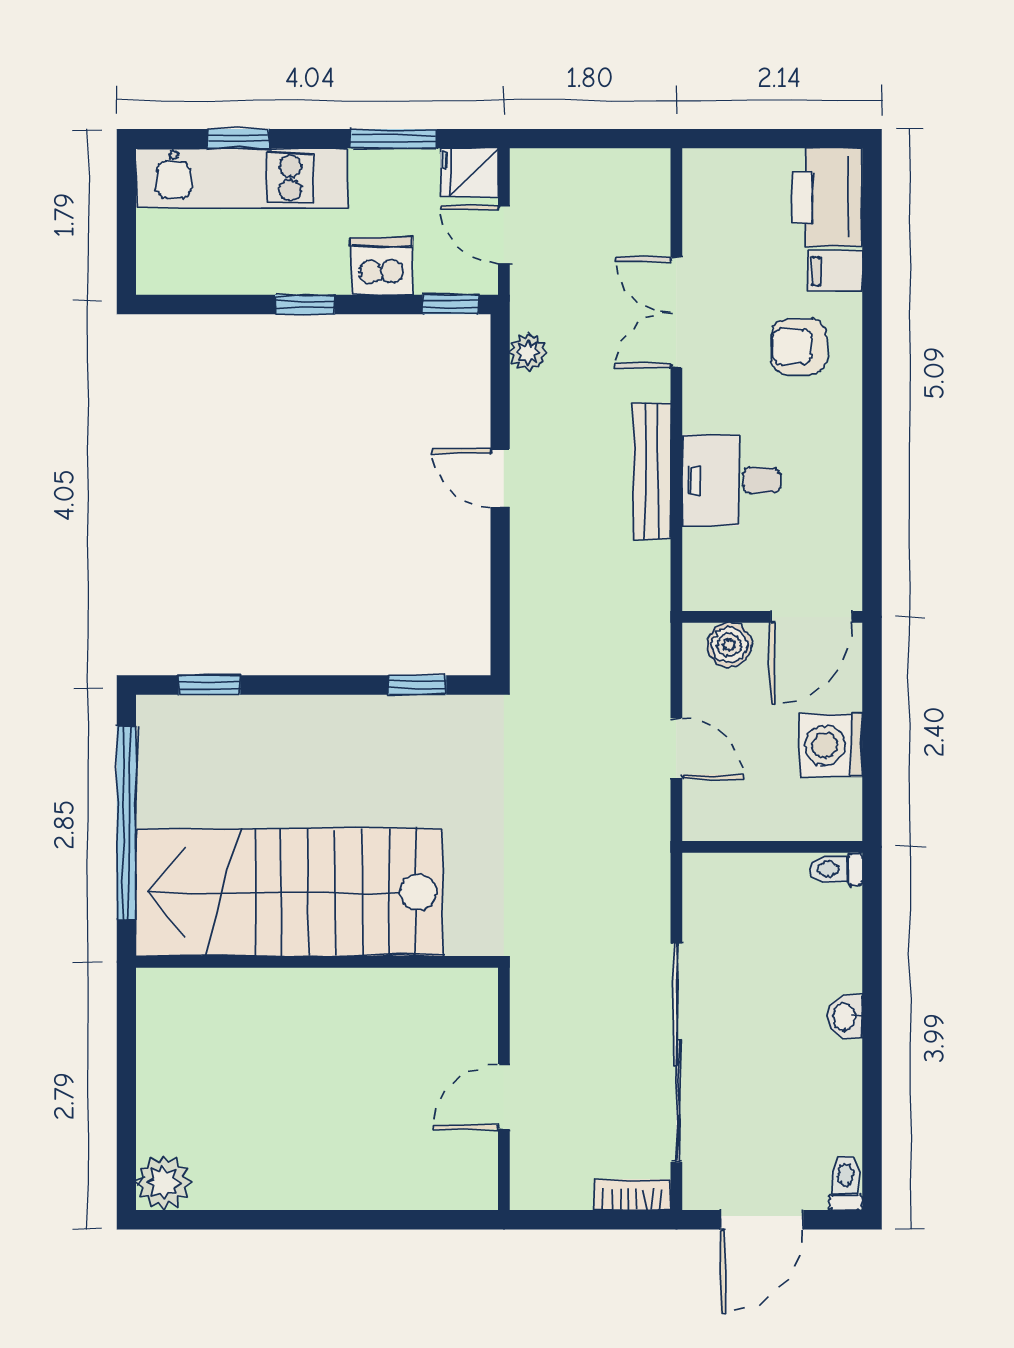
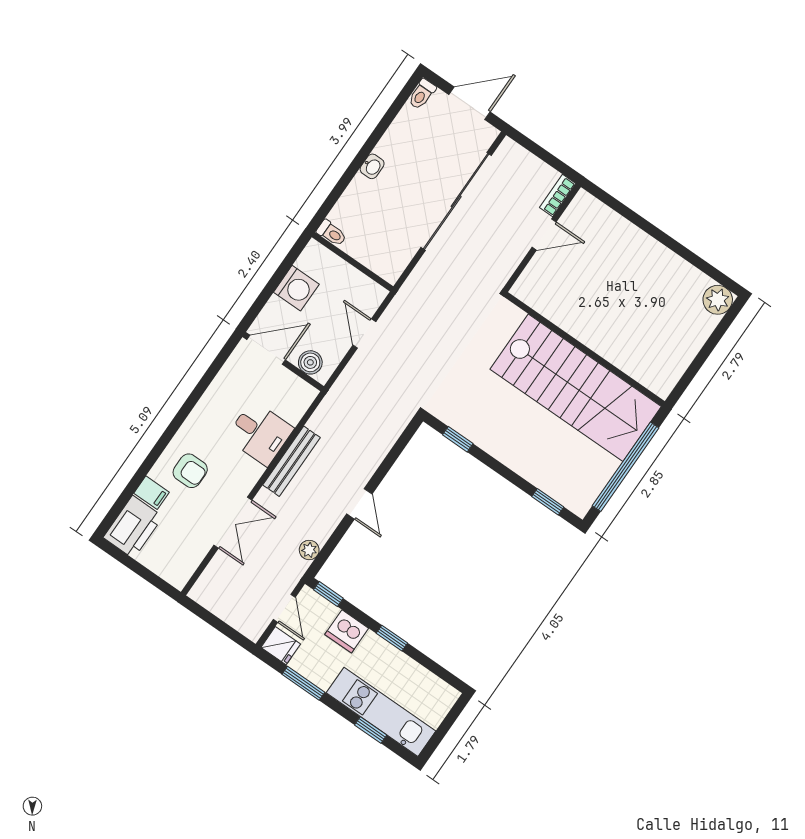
bookcase: (632, 1195) -> (558, 195), moved, turned 90

